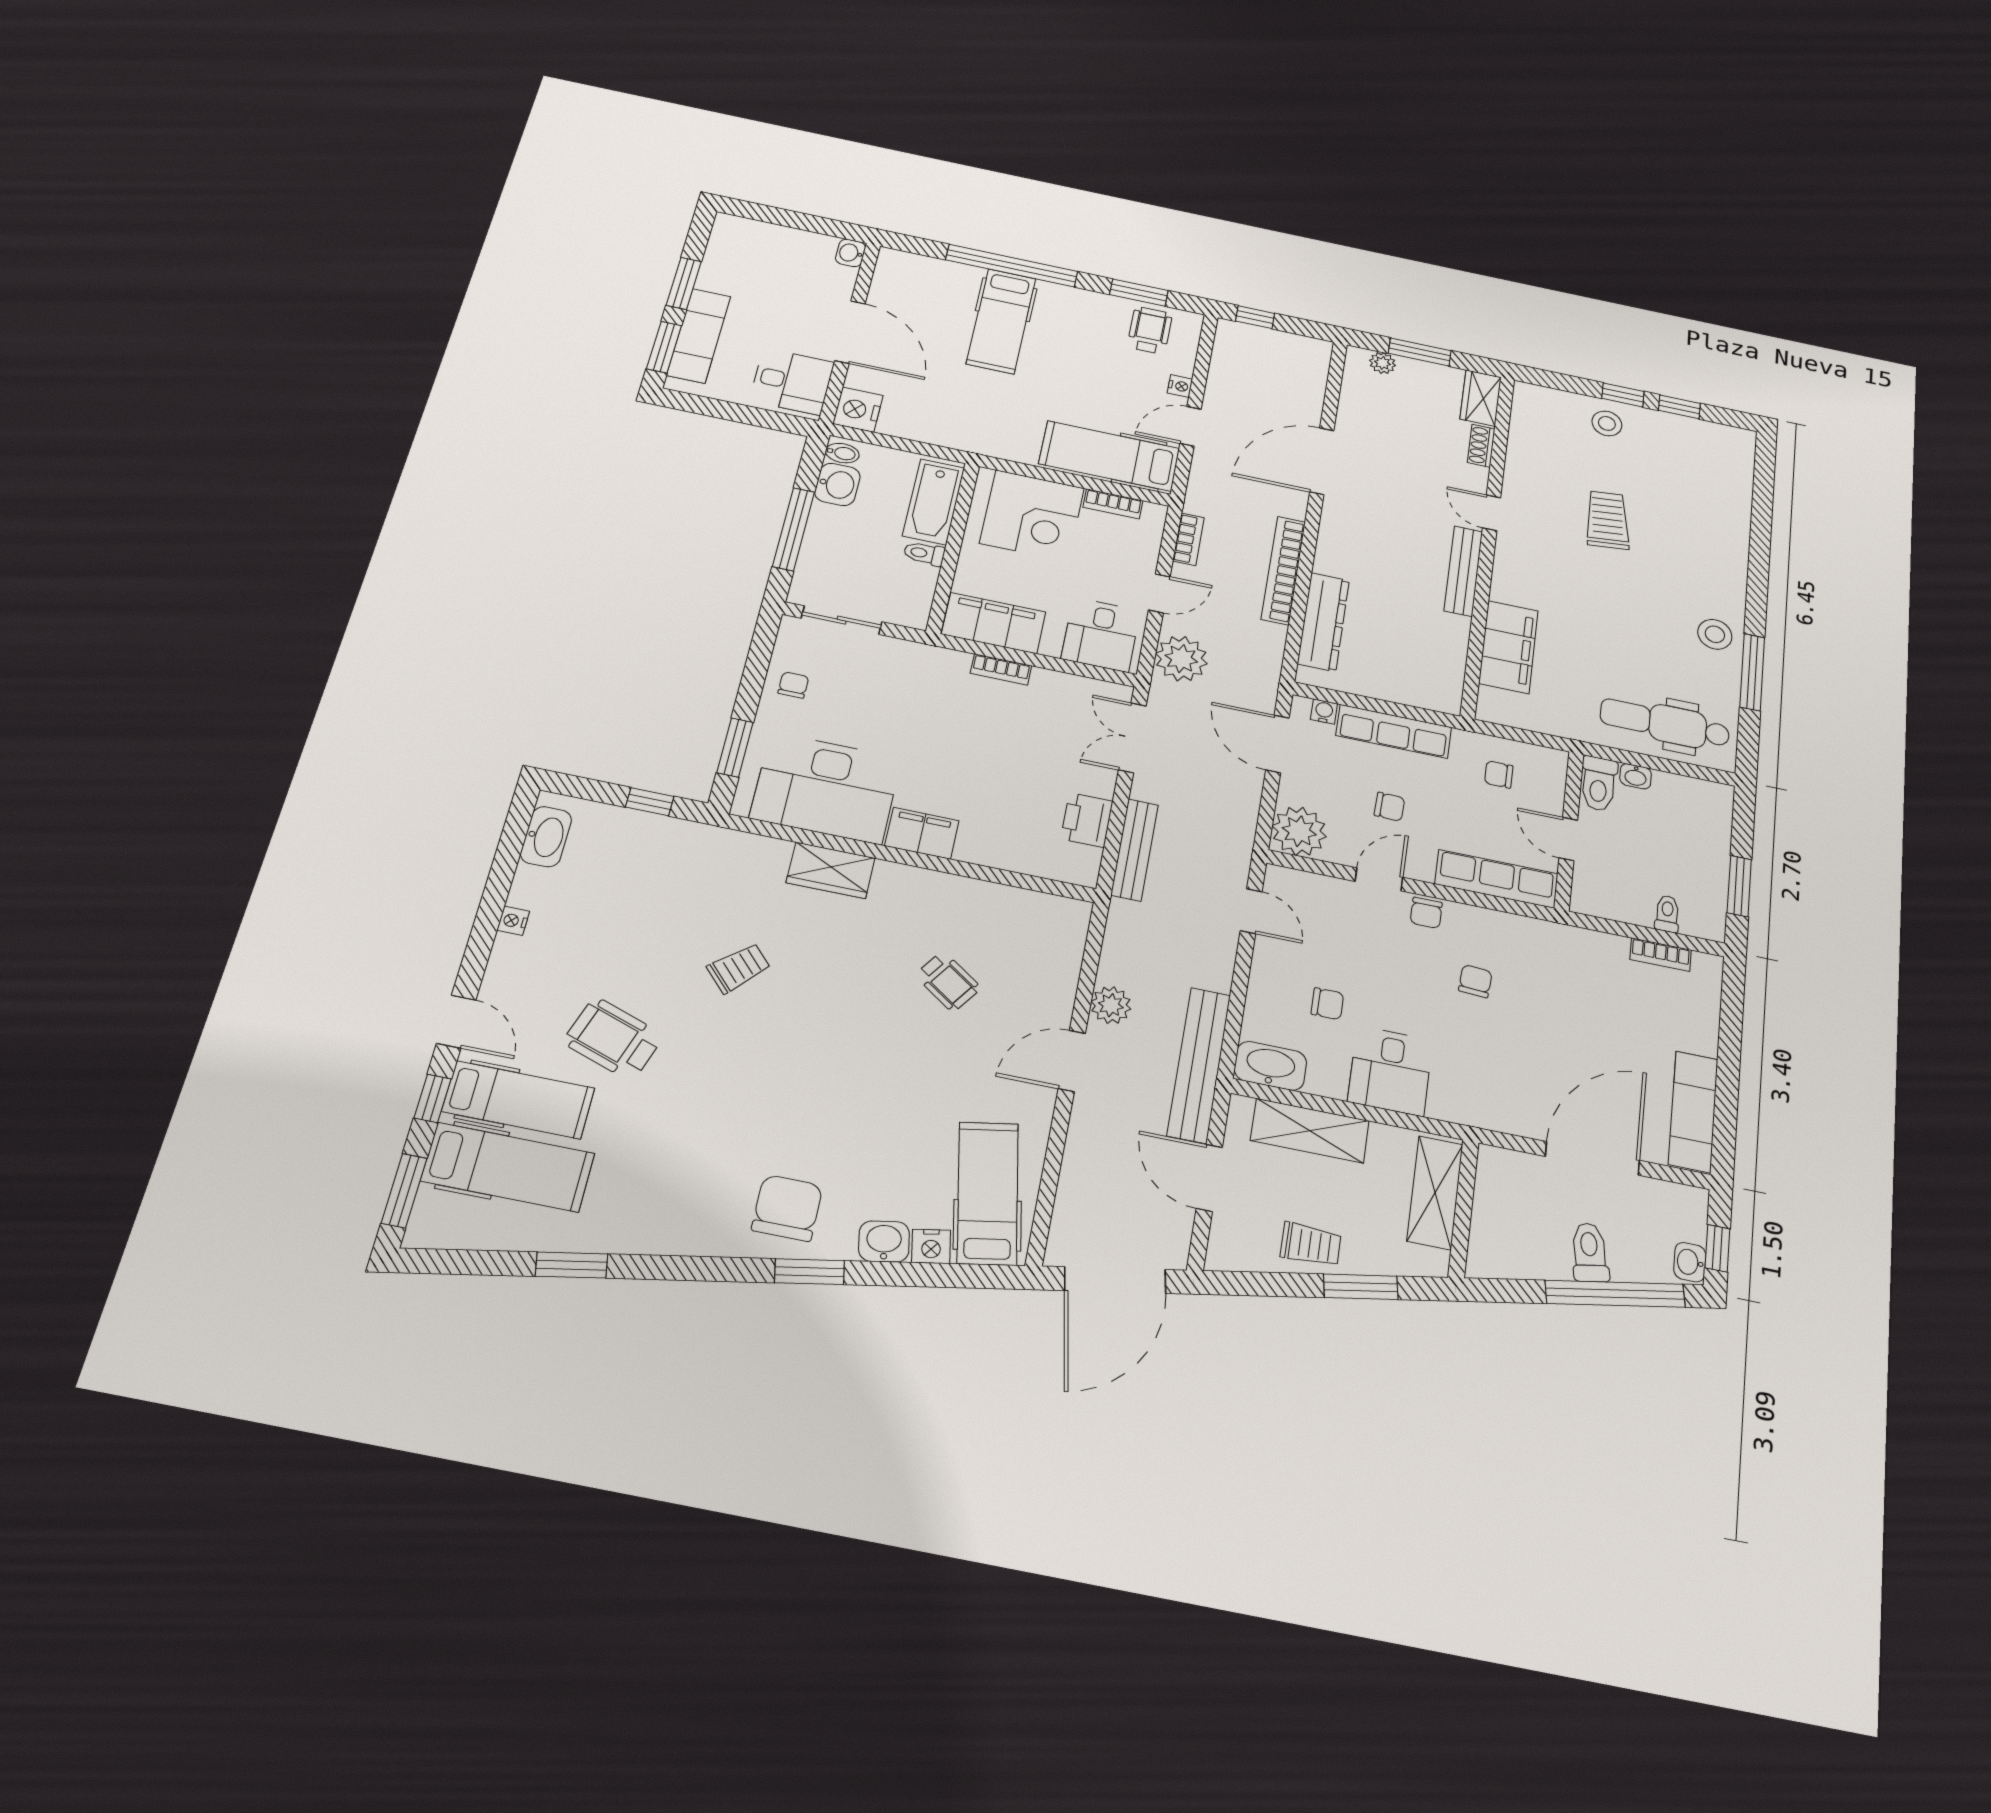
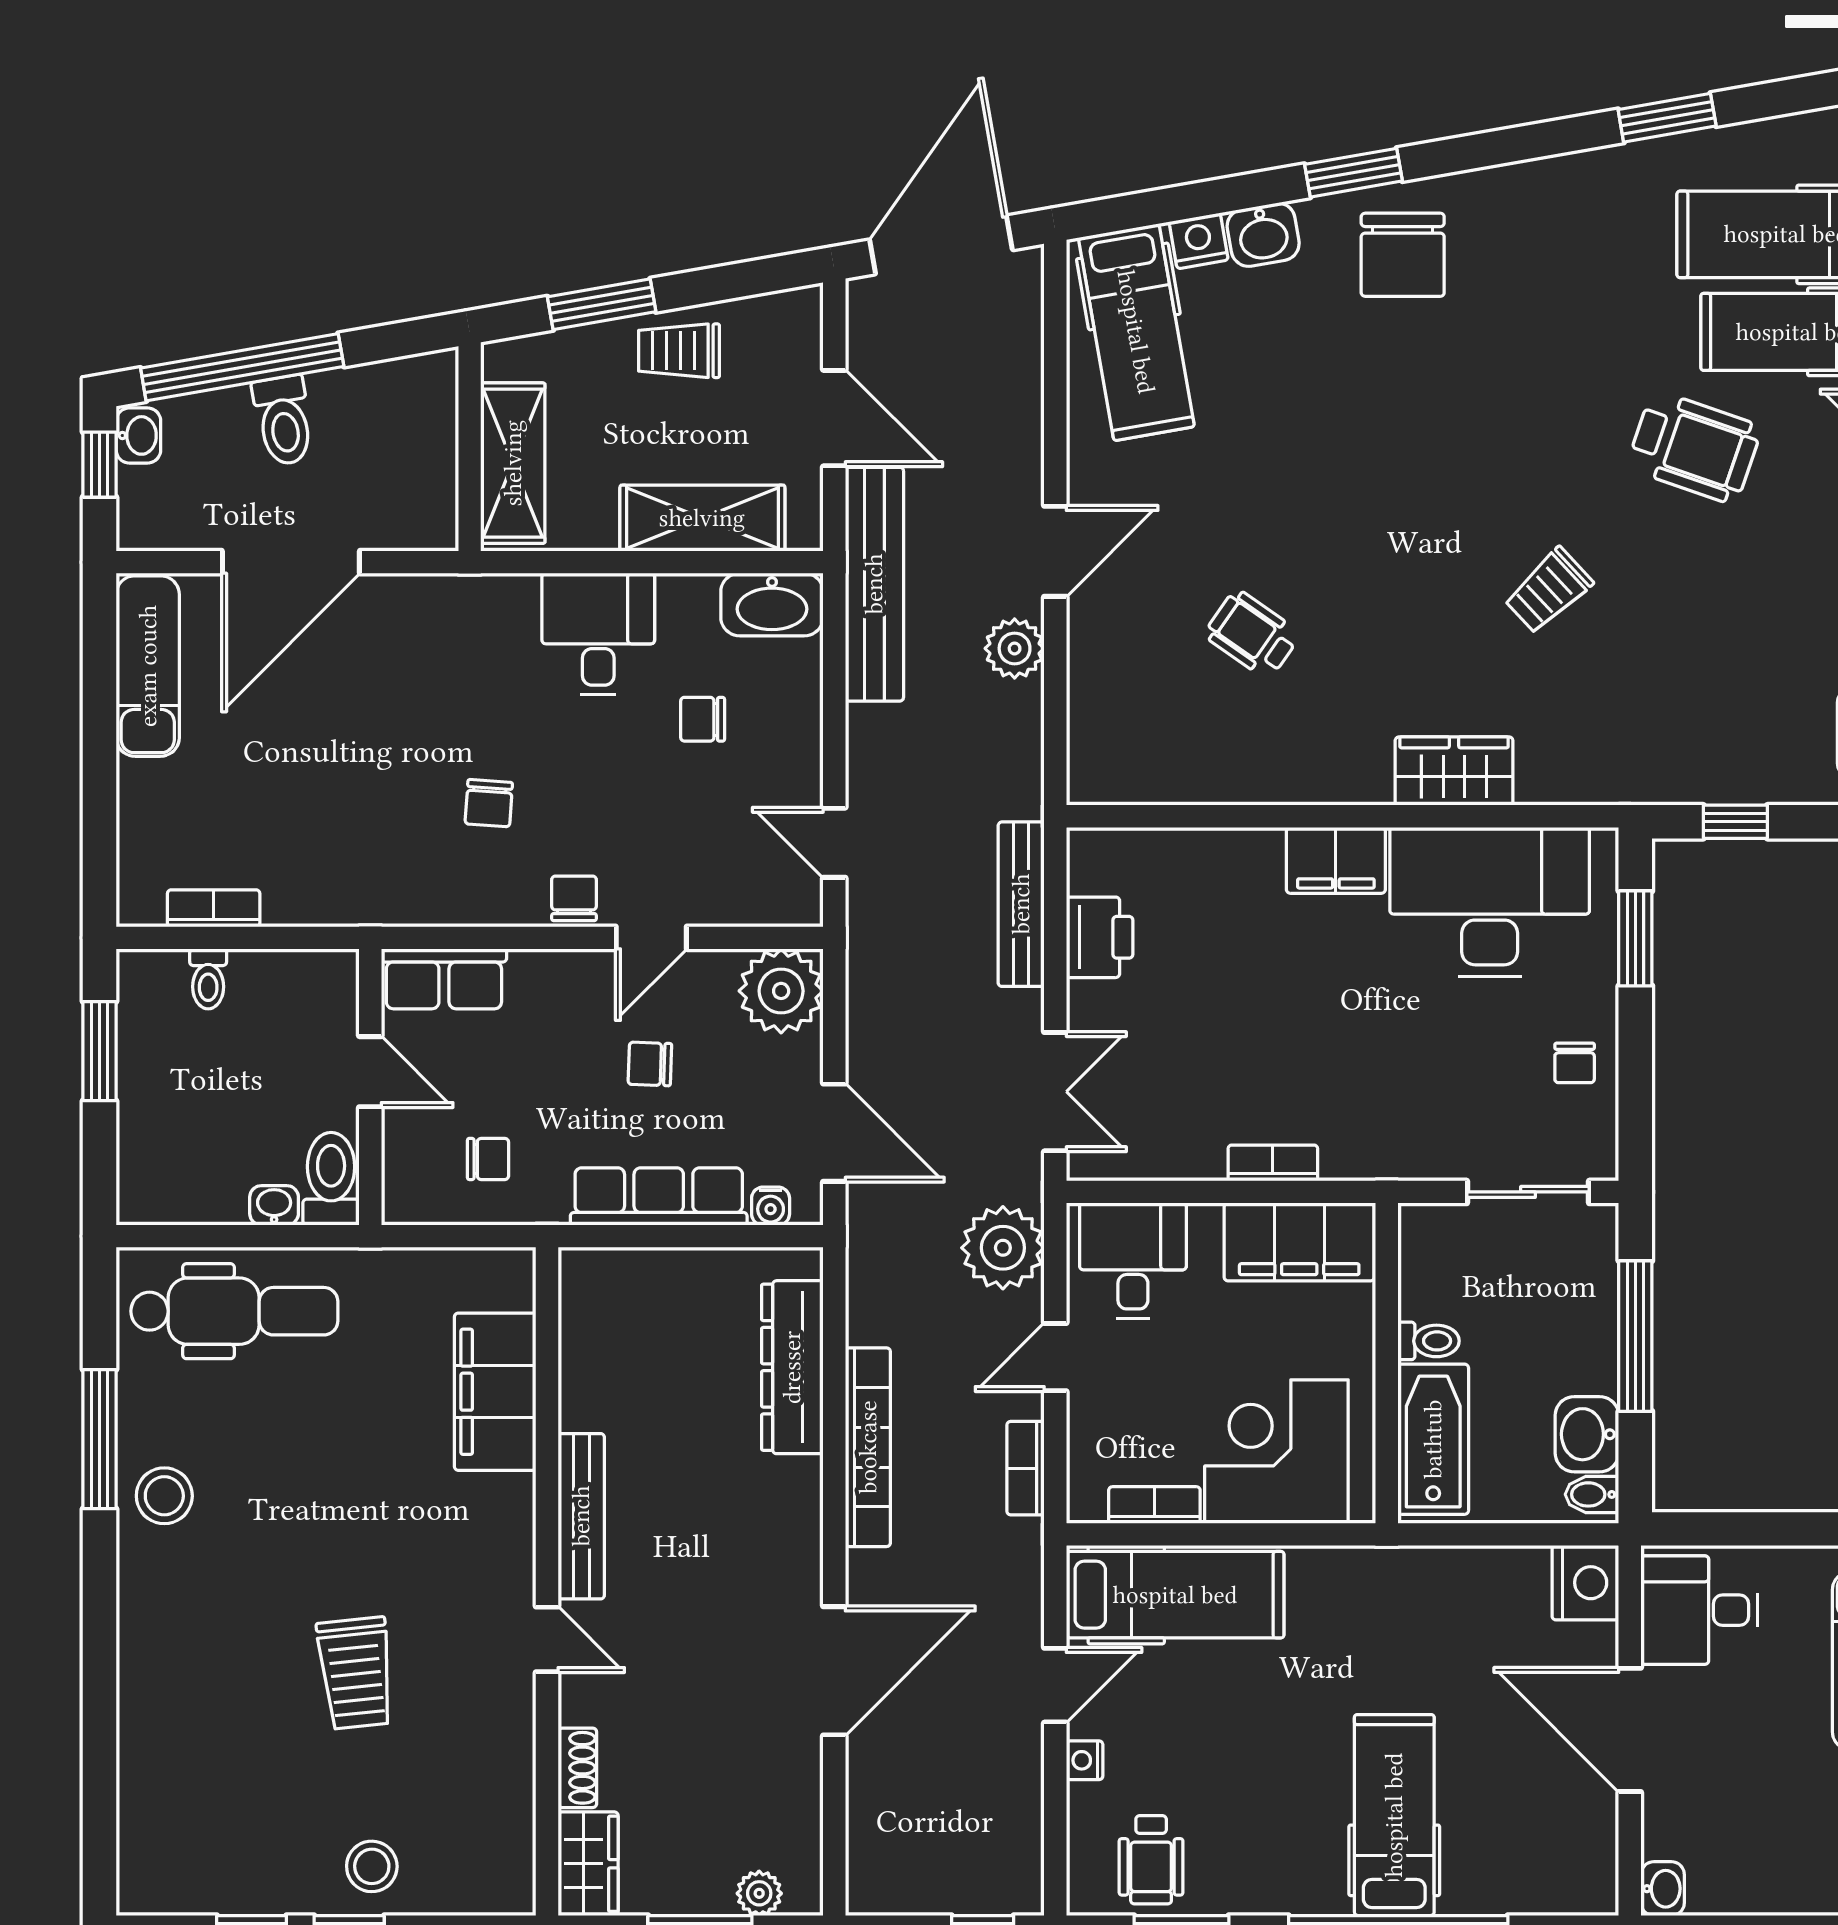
row of seats: (1496, 879) -> (444, 979), width x0.68

